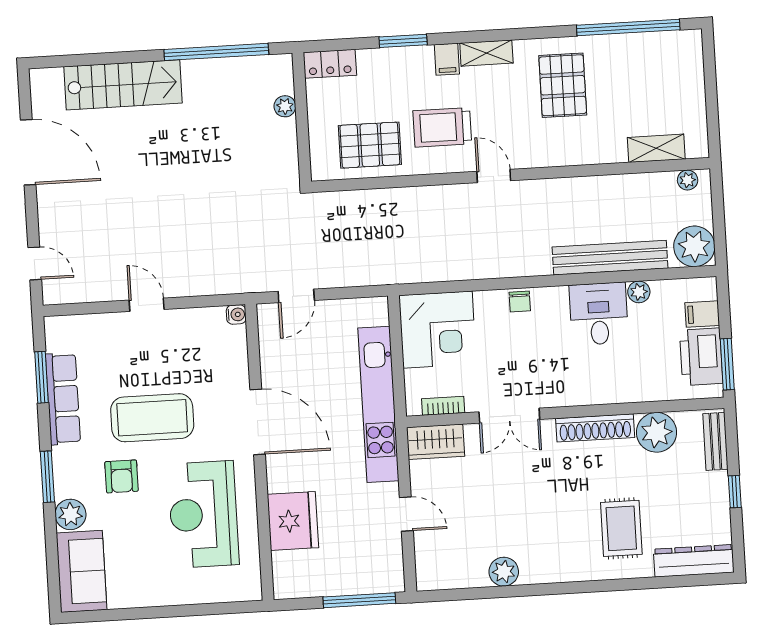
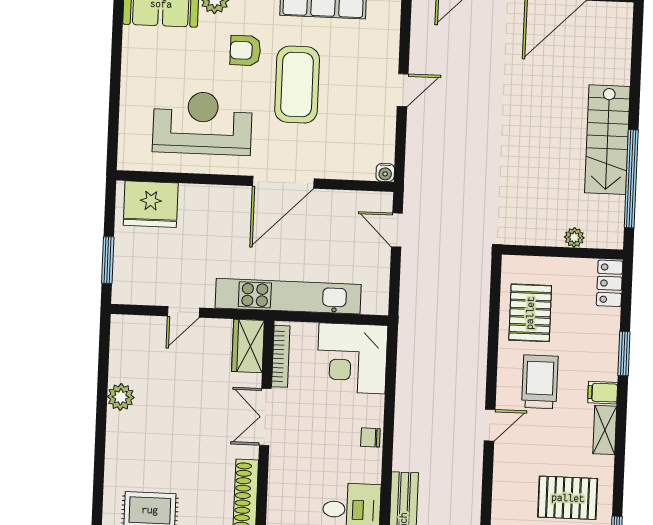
stairs: (123, 85) -> (607, 140), moved
bookcase: (443, 406) -> (281, 356), width x1.56
fridge: (293, 521) -> (151, 204), moved
window: (359, 600) -> (108, 260), width x0.69

